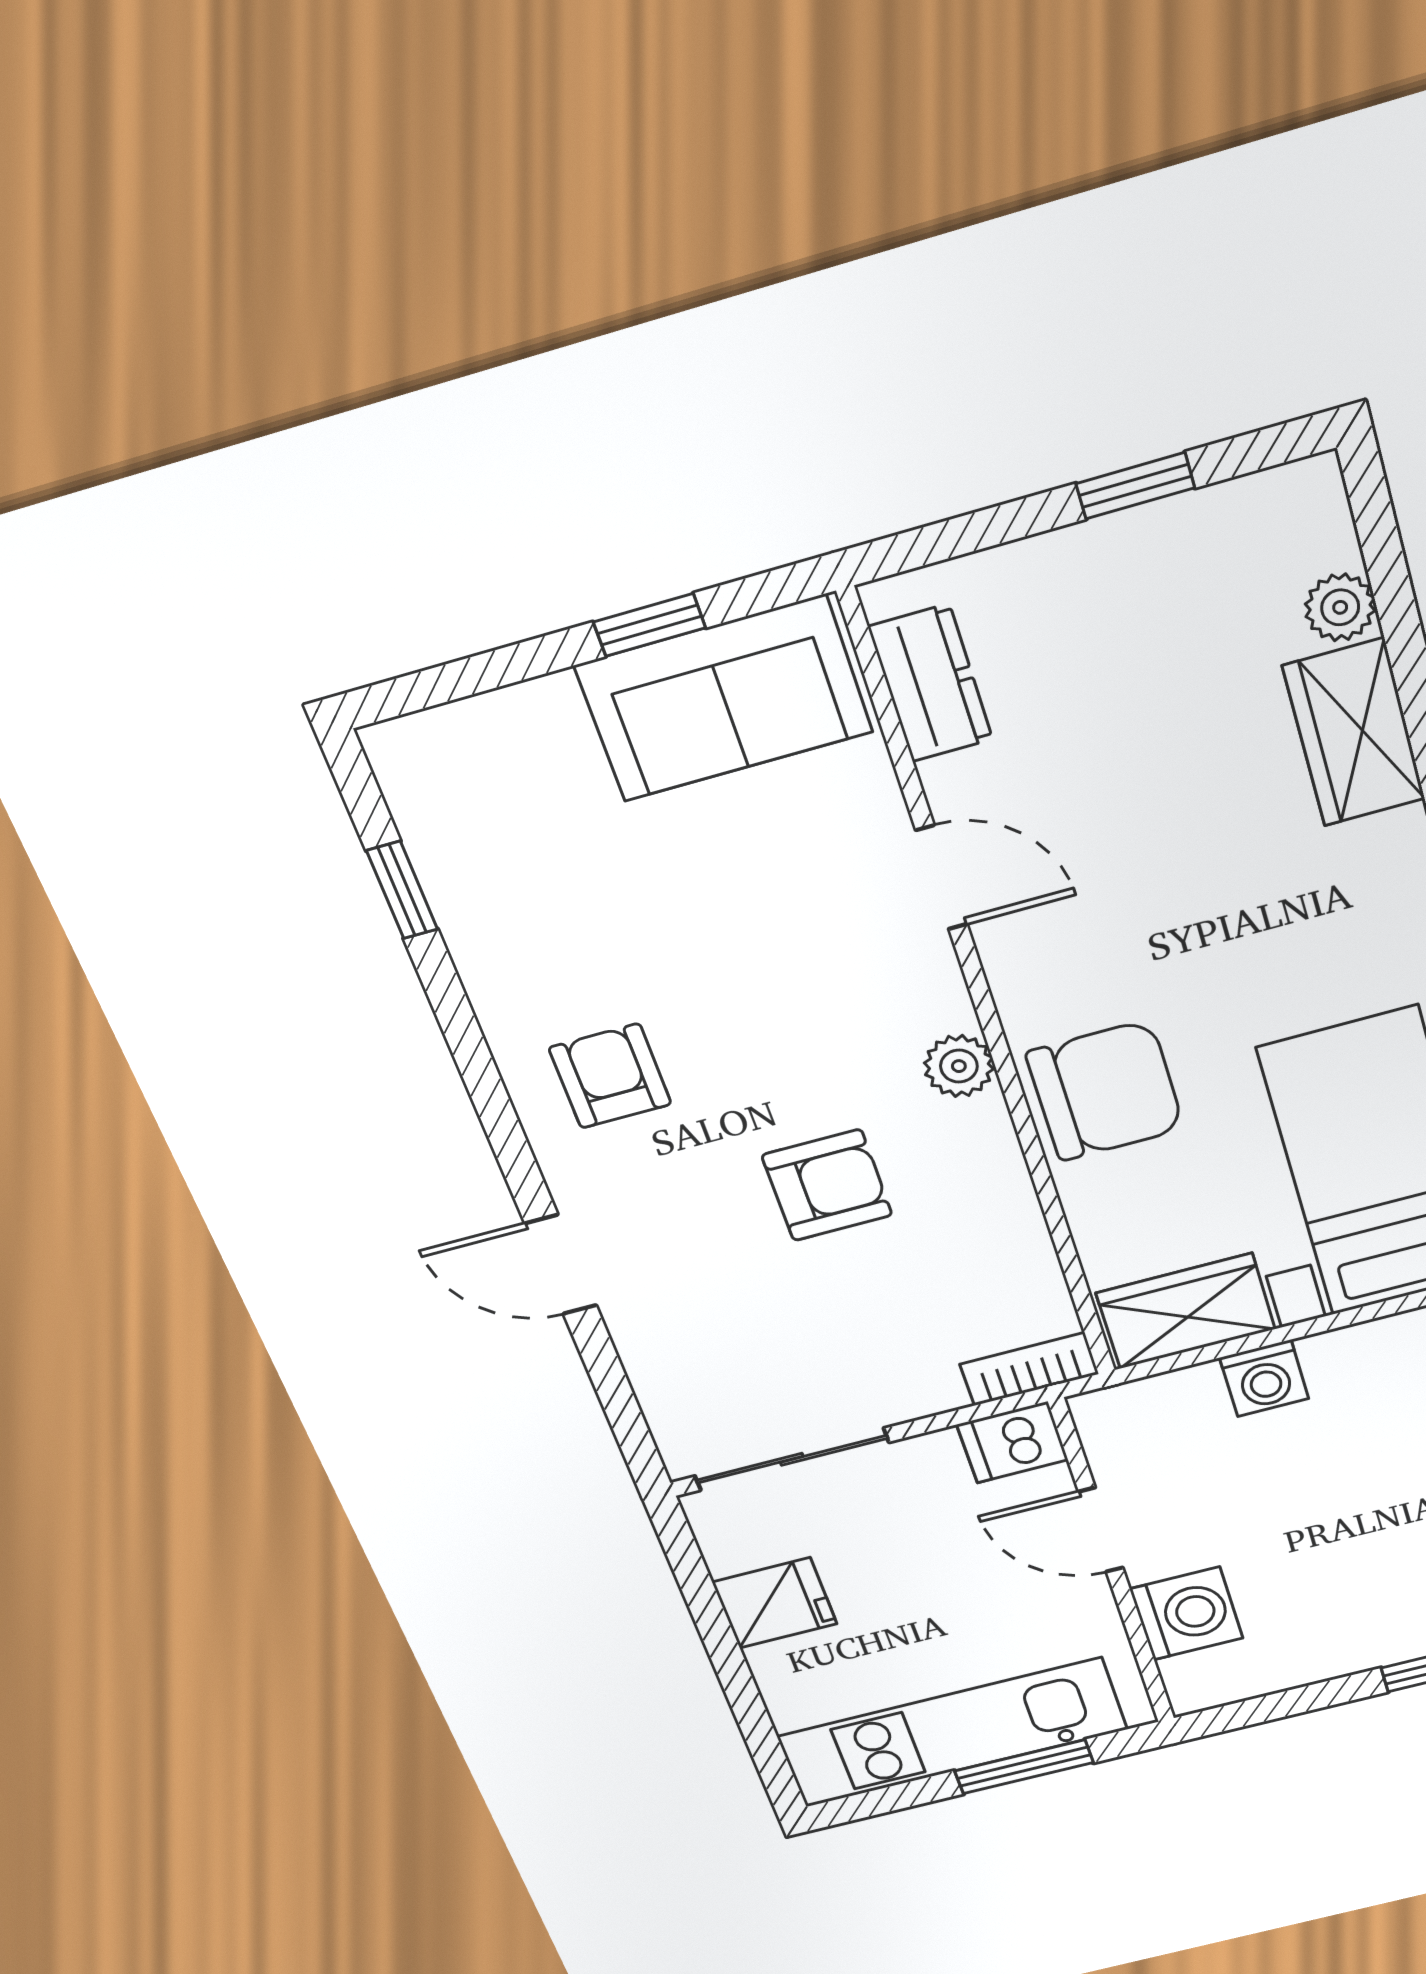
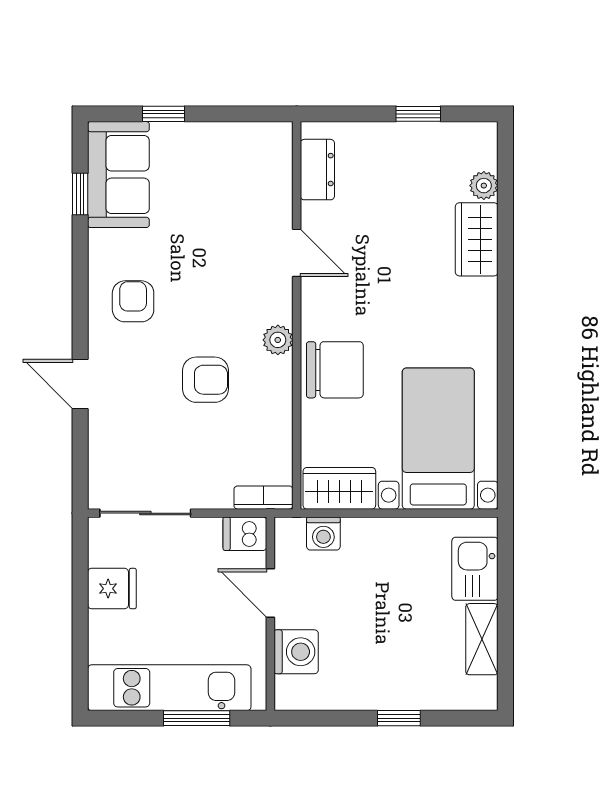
window: (649, 625) -> (164, 114), moved
sofa: (724, 699) -> (118, 175), moved, turned -90
washing machine: (1264, 1378) -> (323, 533), moved

